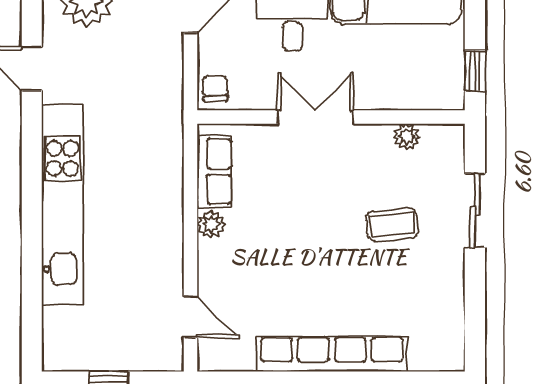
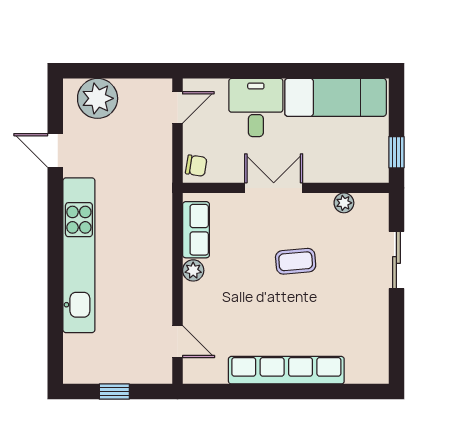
chair: (215, 88) -> (196, 166), turned 101
coffee table: (392, 225) -> (296, 261), moved

